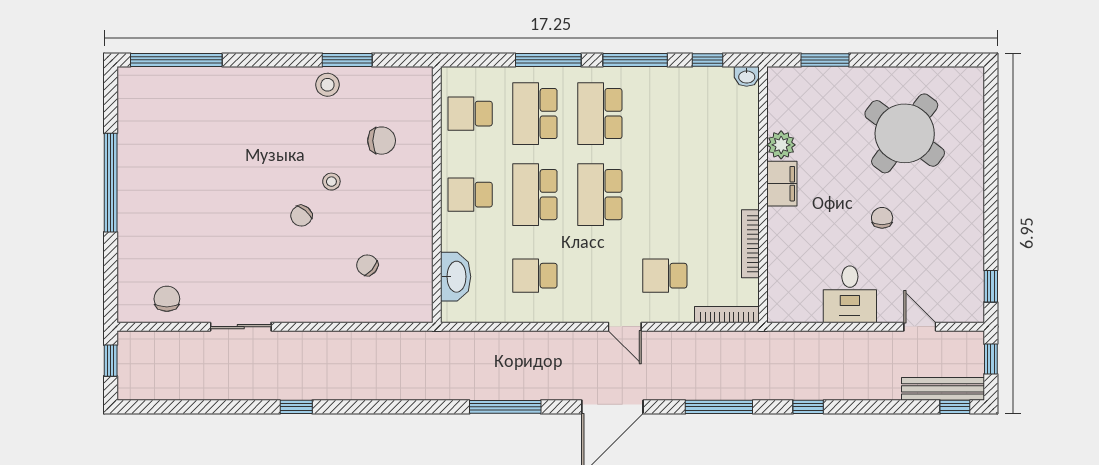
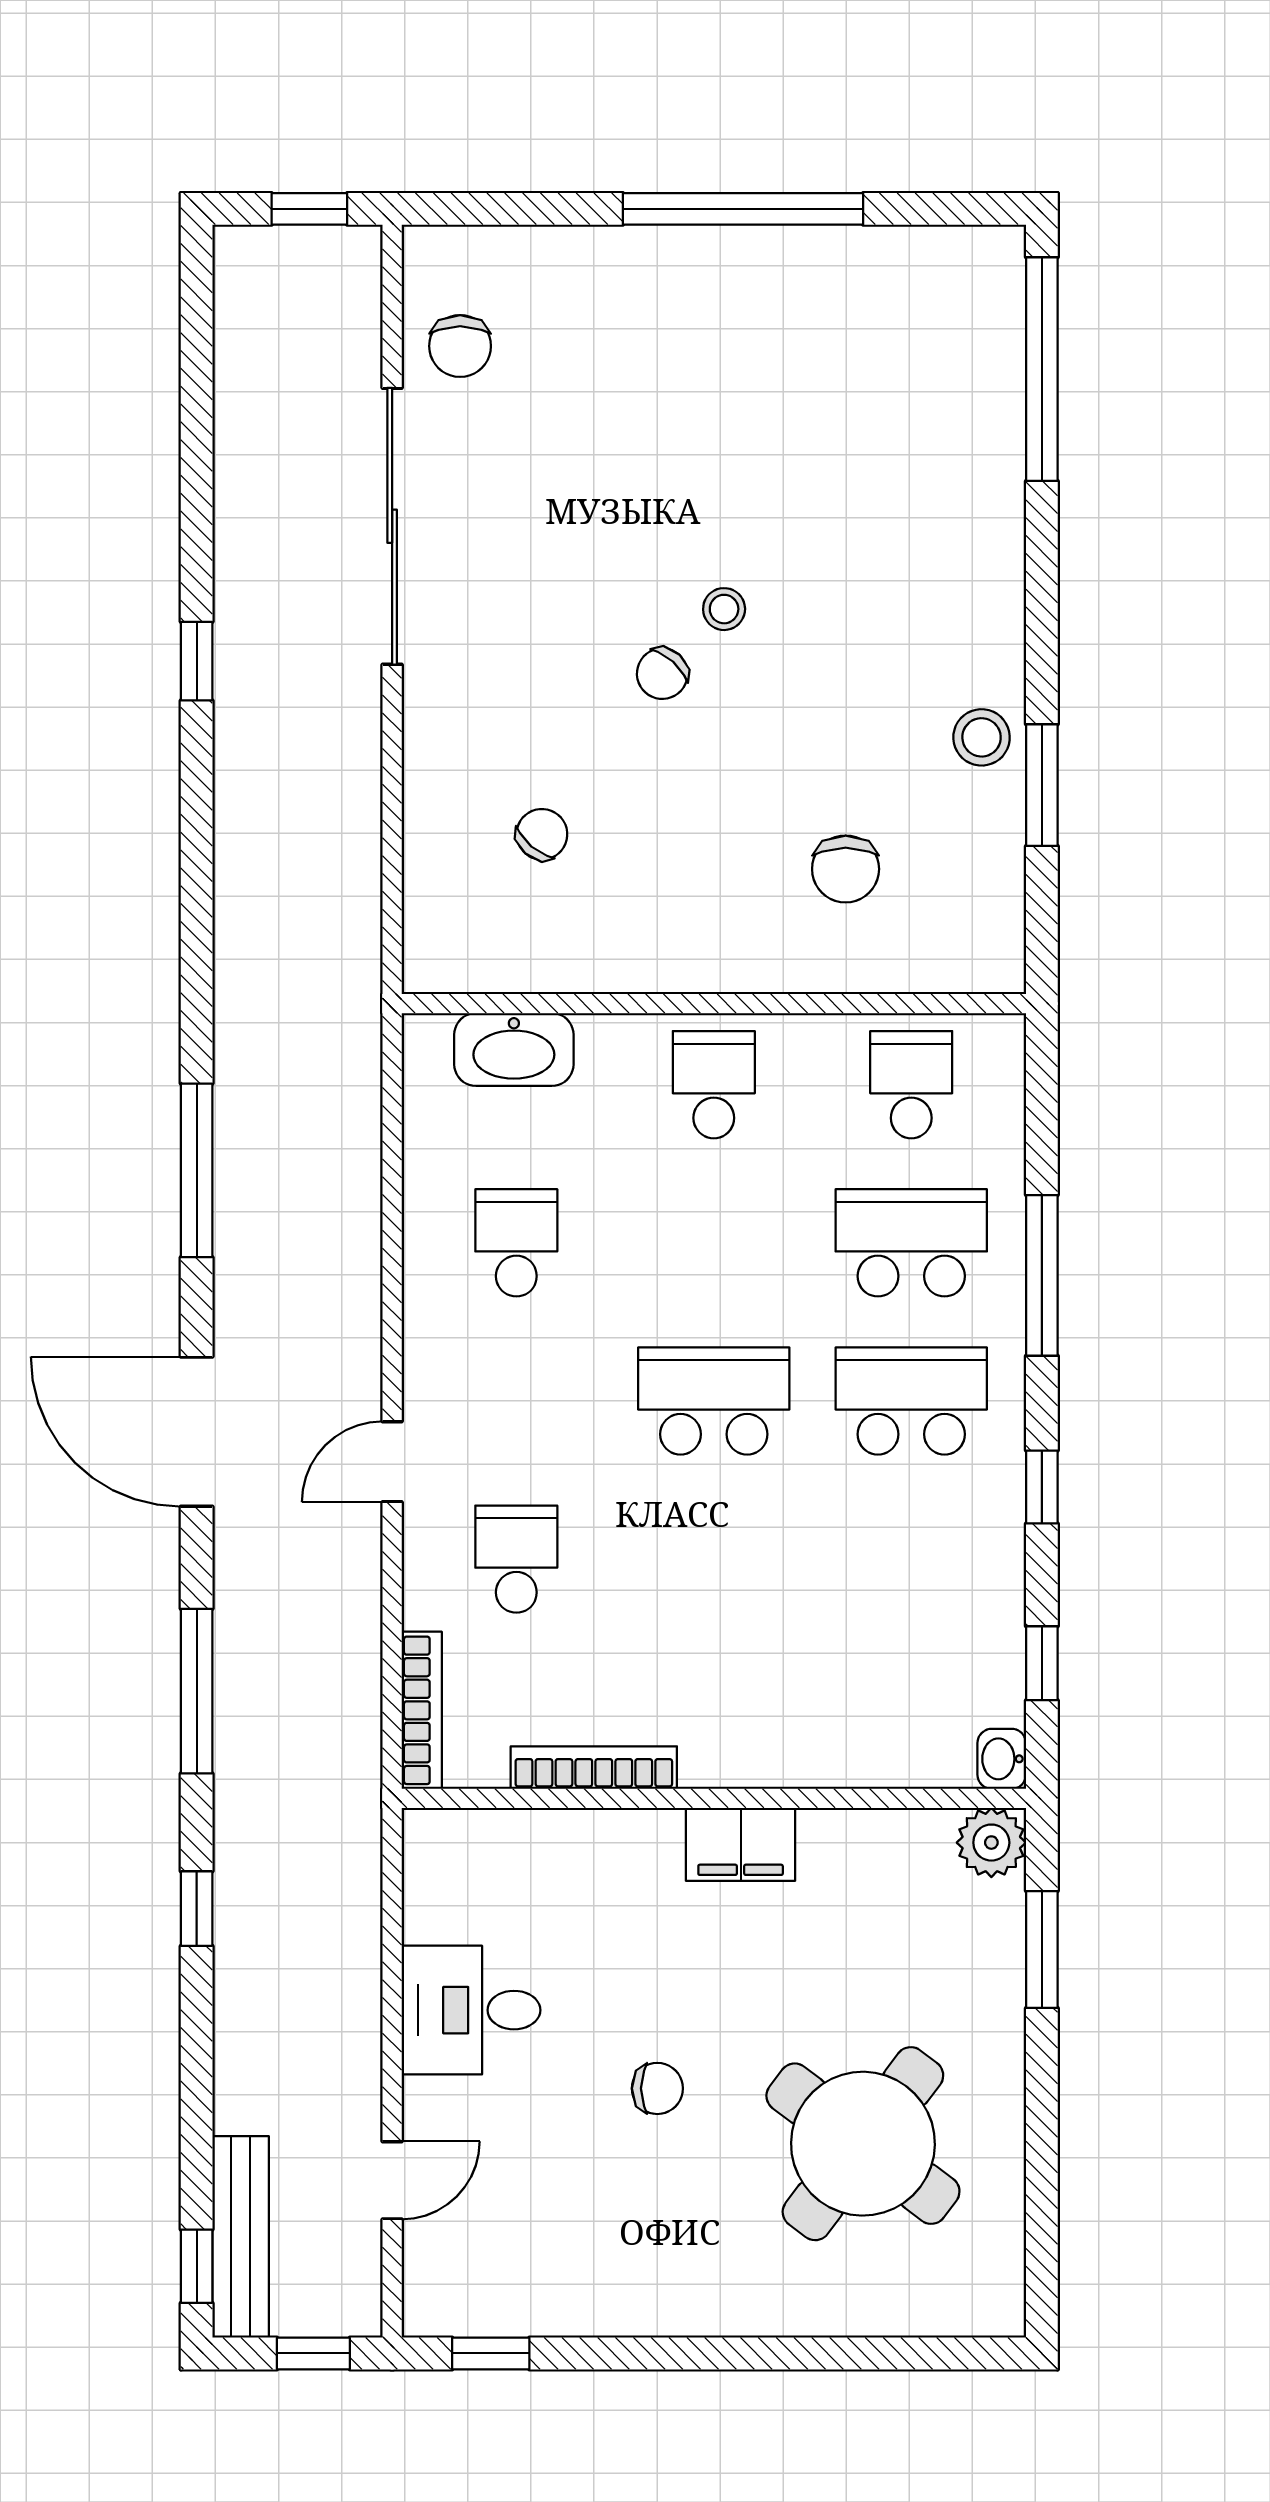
window: (635, 60) -> (1042, 1487), width x0.46
plant: (781, 145) -> (991, 1843), moved
stool: (331, 182) -> (724, 609), moved
school desk: (535, 195) -> (714, 1243), removed
chair: (301, 216) -> (662, 674), turned -87
chair: (167, 299) -> (460, 346), turned 90
sliding door: (241, 327) -> (392, 526), width x1.86

